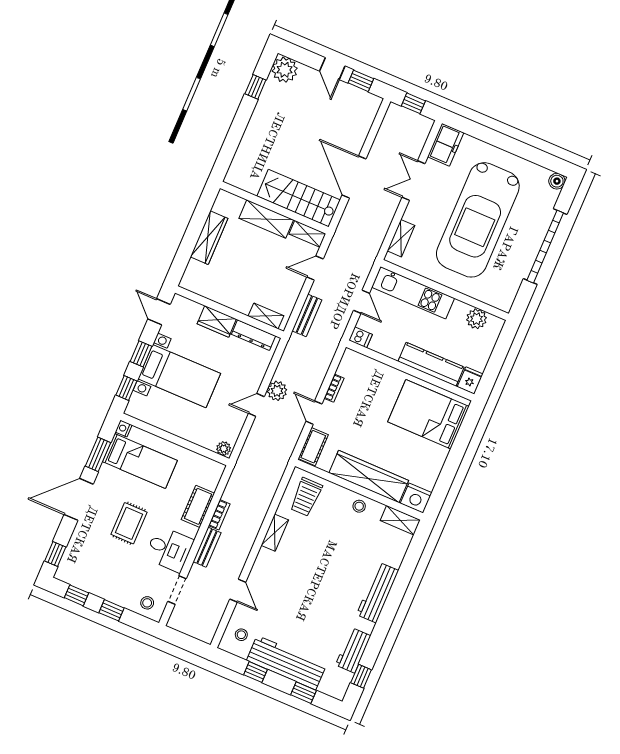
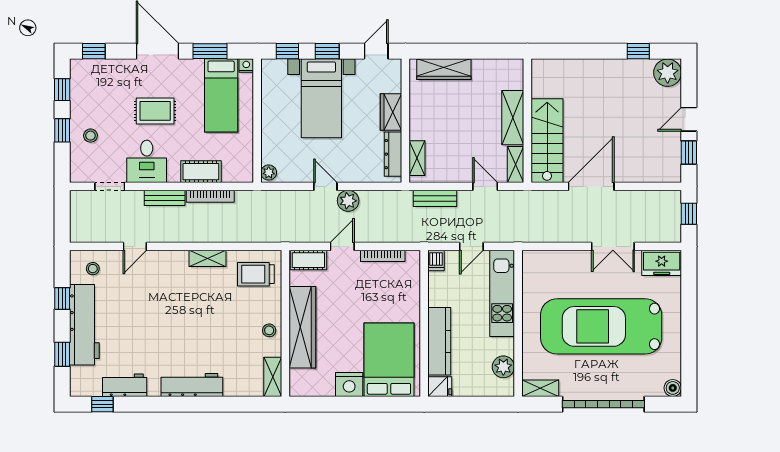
double door: (414, 180) -> (613, 246), swing flipped
wardrobe: (209, 238) -> (444, 69), moved
shelving: (401, 238) -> (540, 388), moved
bookcase: (334, 388) -> (383, 256), width x1.56
nightstand: (416, 498) -> (349, 384), moved, turned -90
bookcase: (219, 515) -> (210, 196), width x1.56
stool: (147, 603) -> (91, 136), moved

